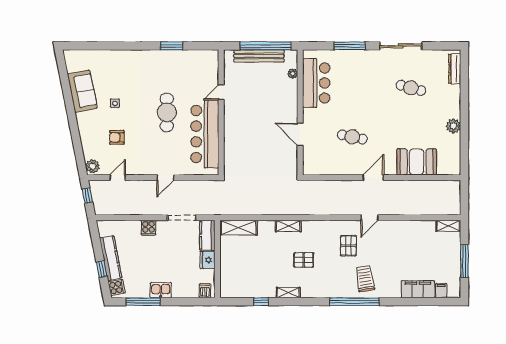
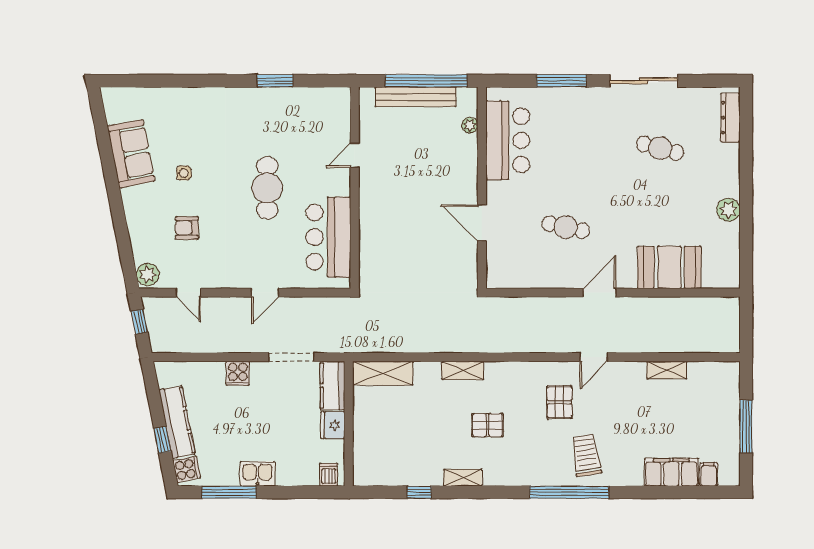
bar counter: (205, 134) -> (328, 237), width x0.73
door: (118, 178) -> (188, 293), swing flipped
shelving: (448, 226) -> (667, 370), moved

